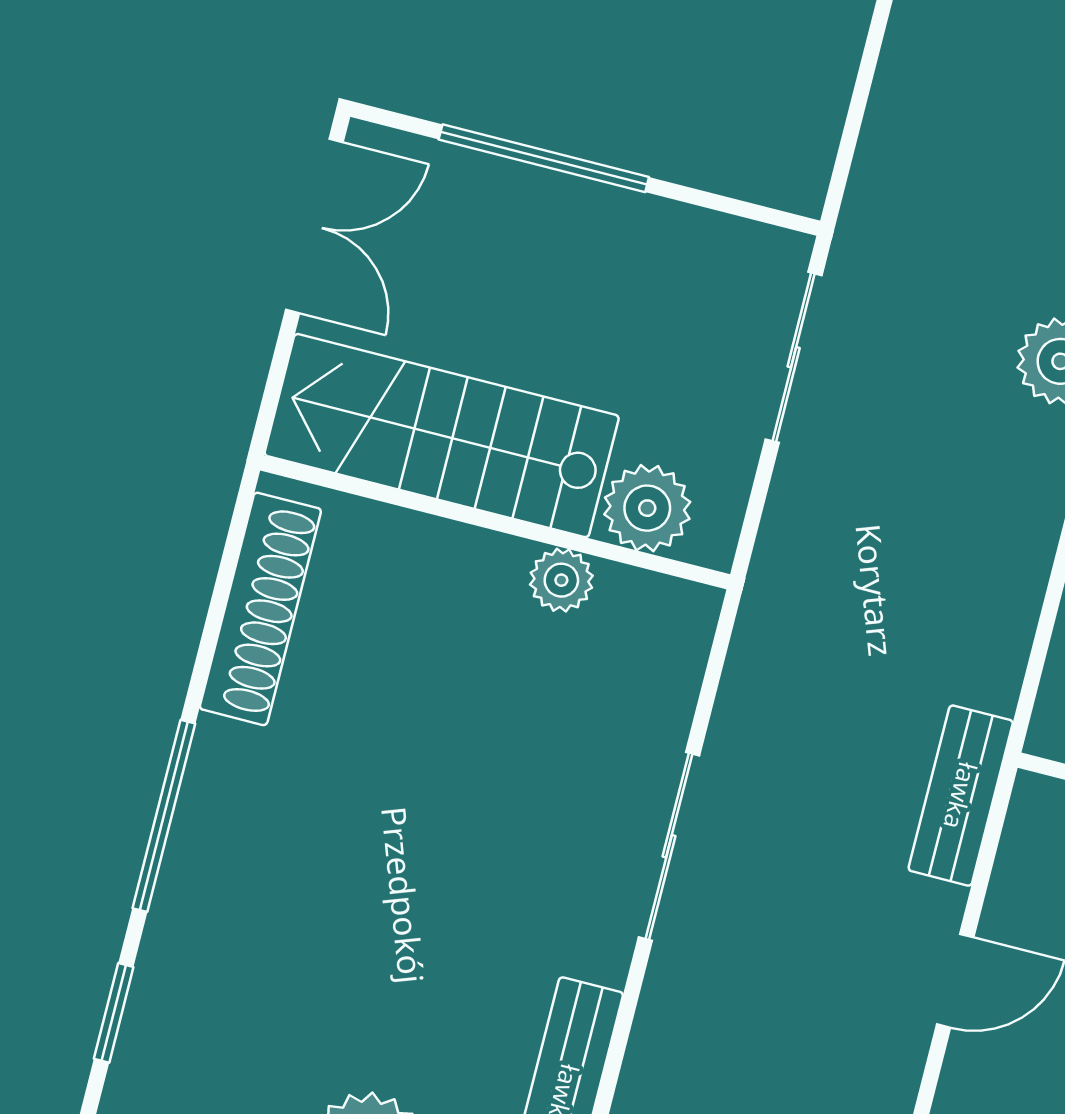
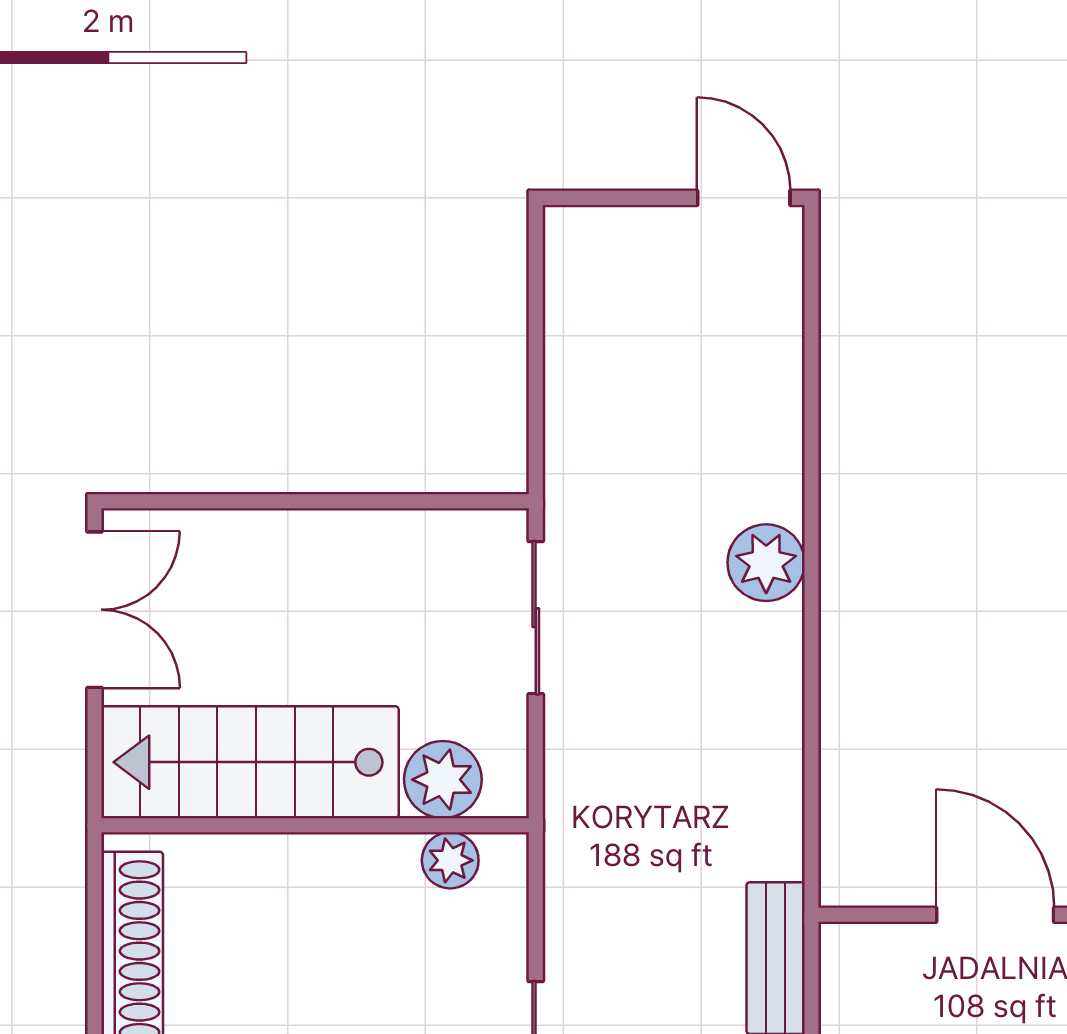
window: (544, 158) -> (277, 501), removed
plant: (561, 580) -> (450, 860), moved

